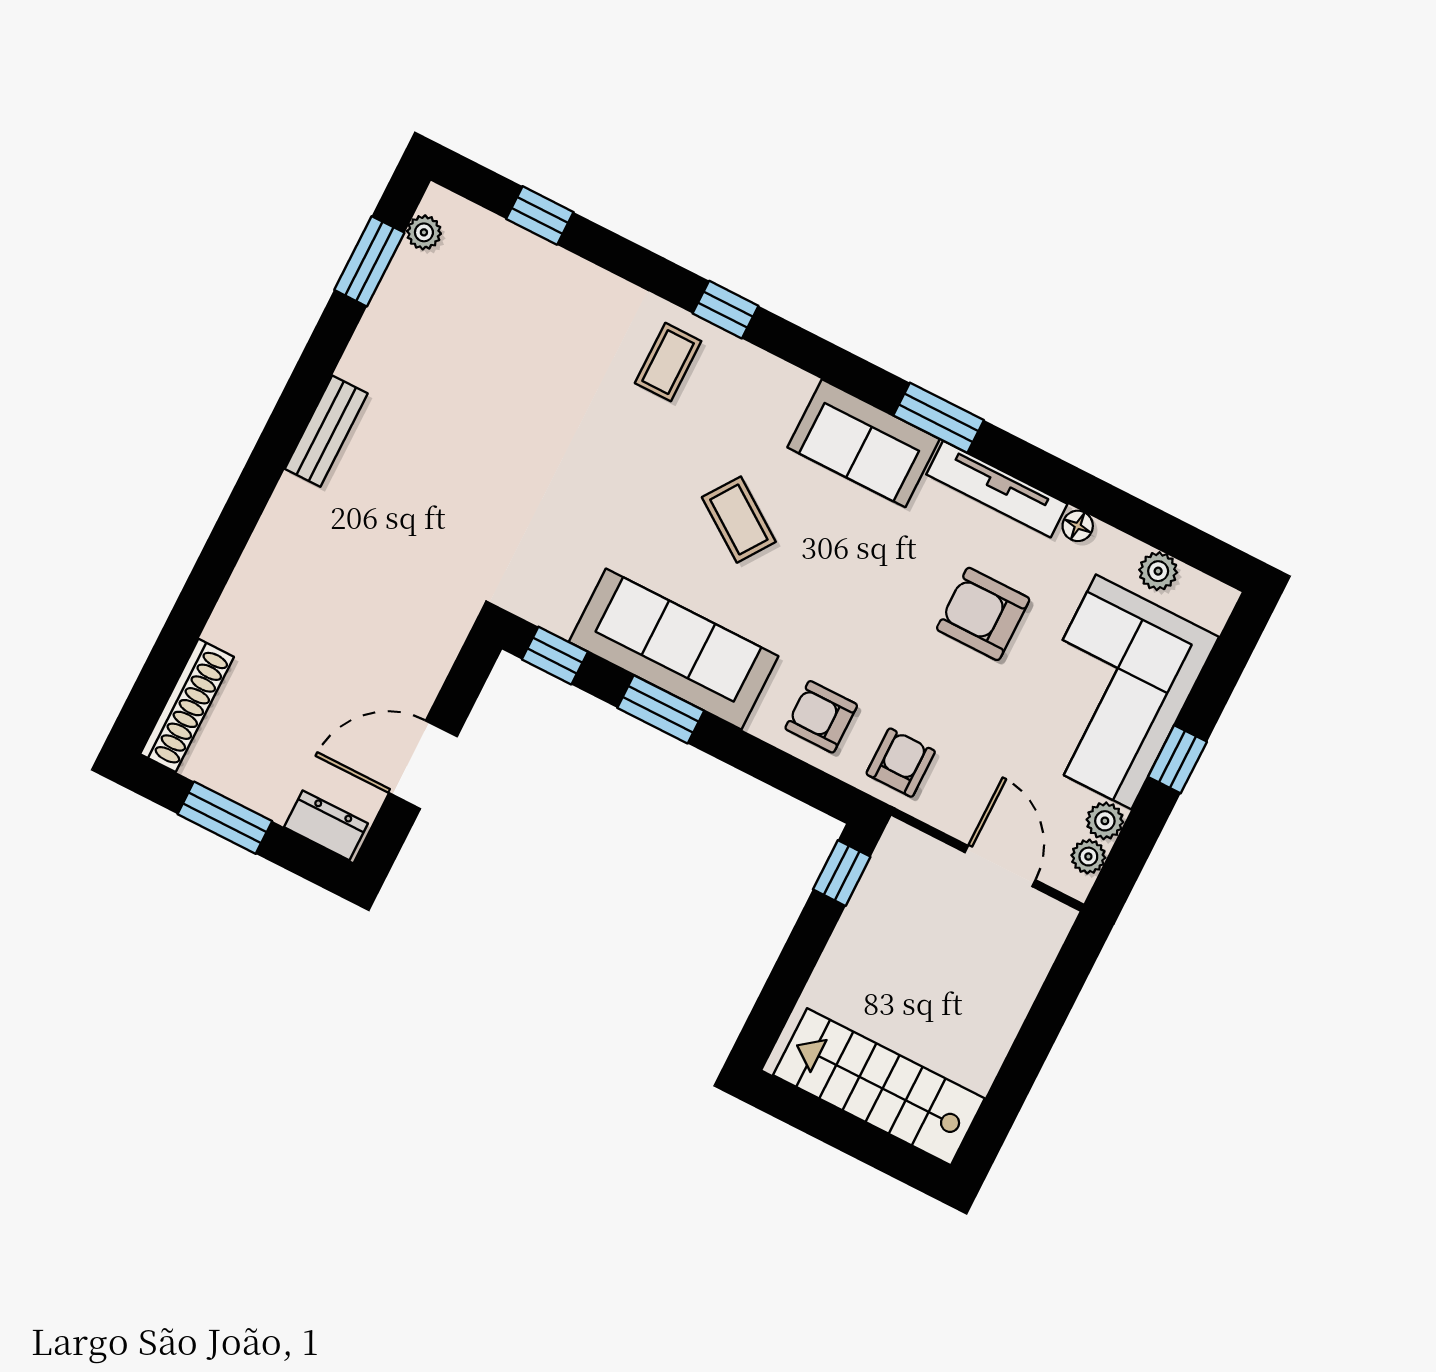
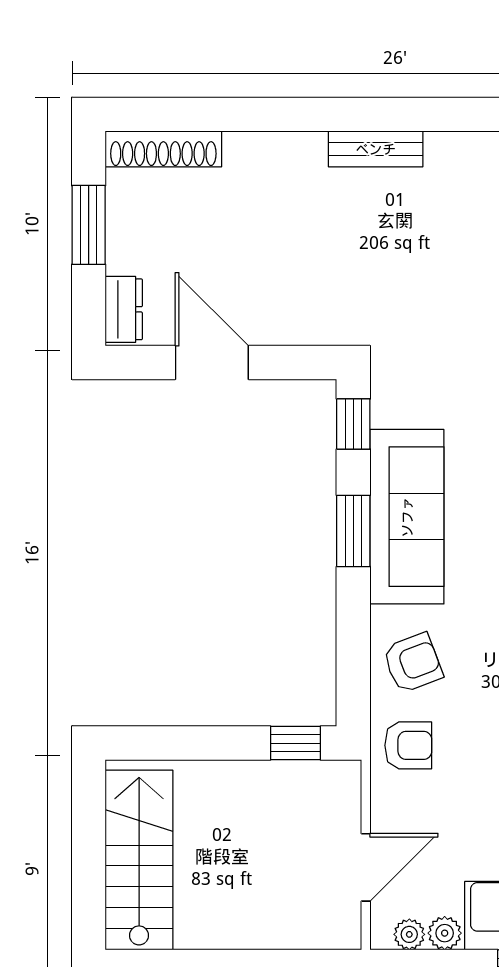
bench: (326, 431) -> (376, 149), moved
armchair: (821, 717) -> (413, 663), turned 69

